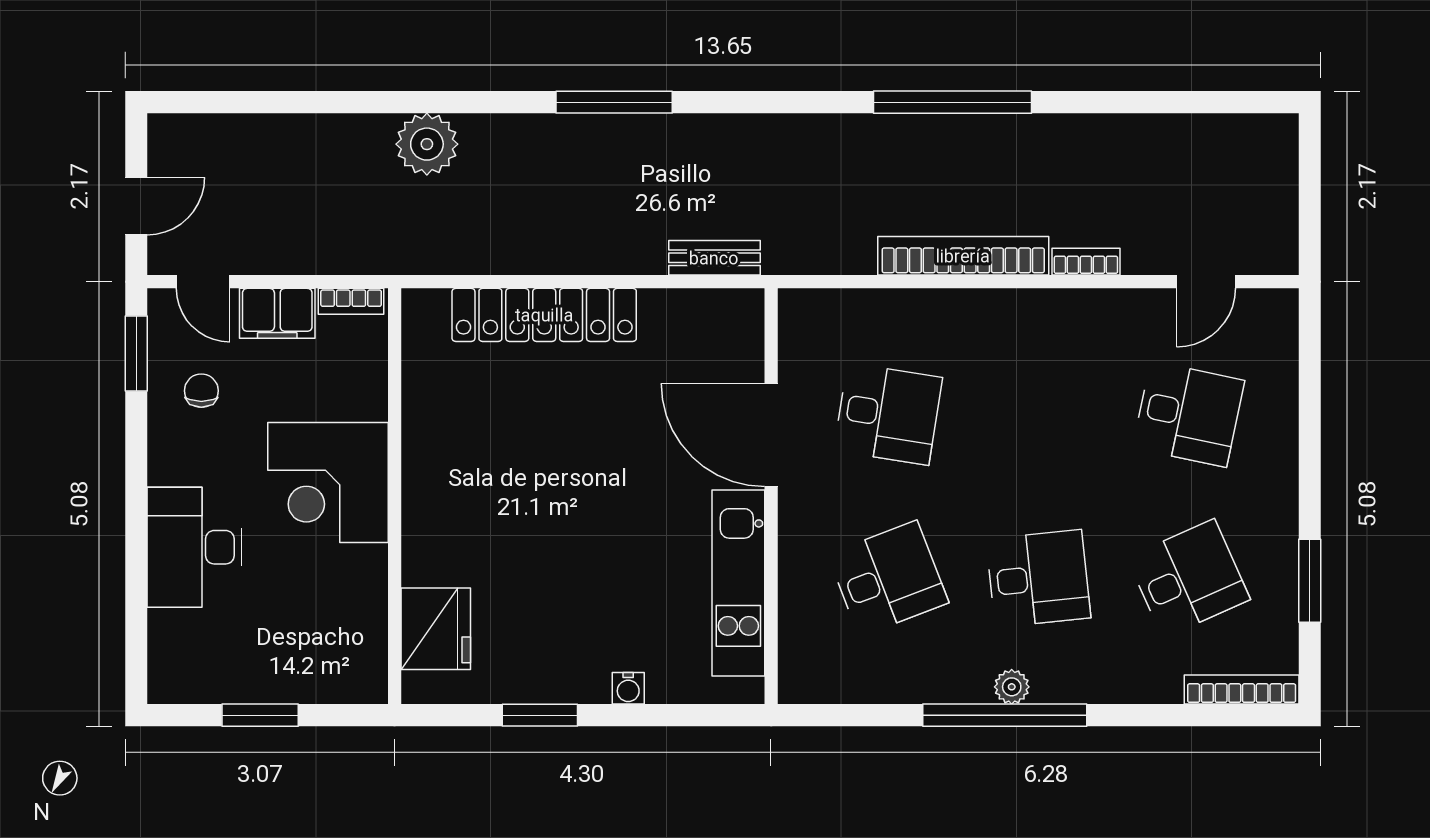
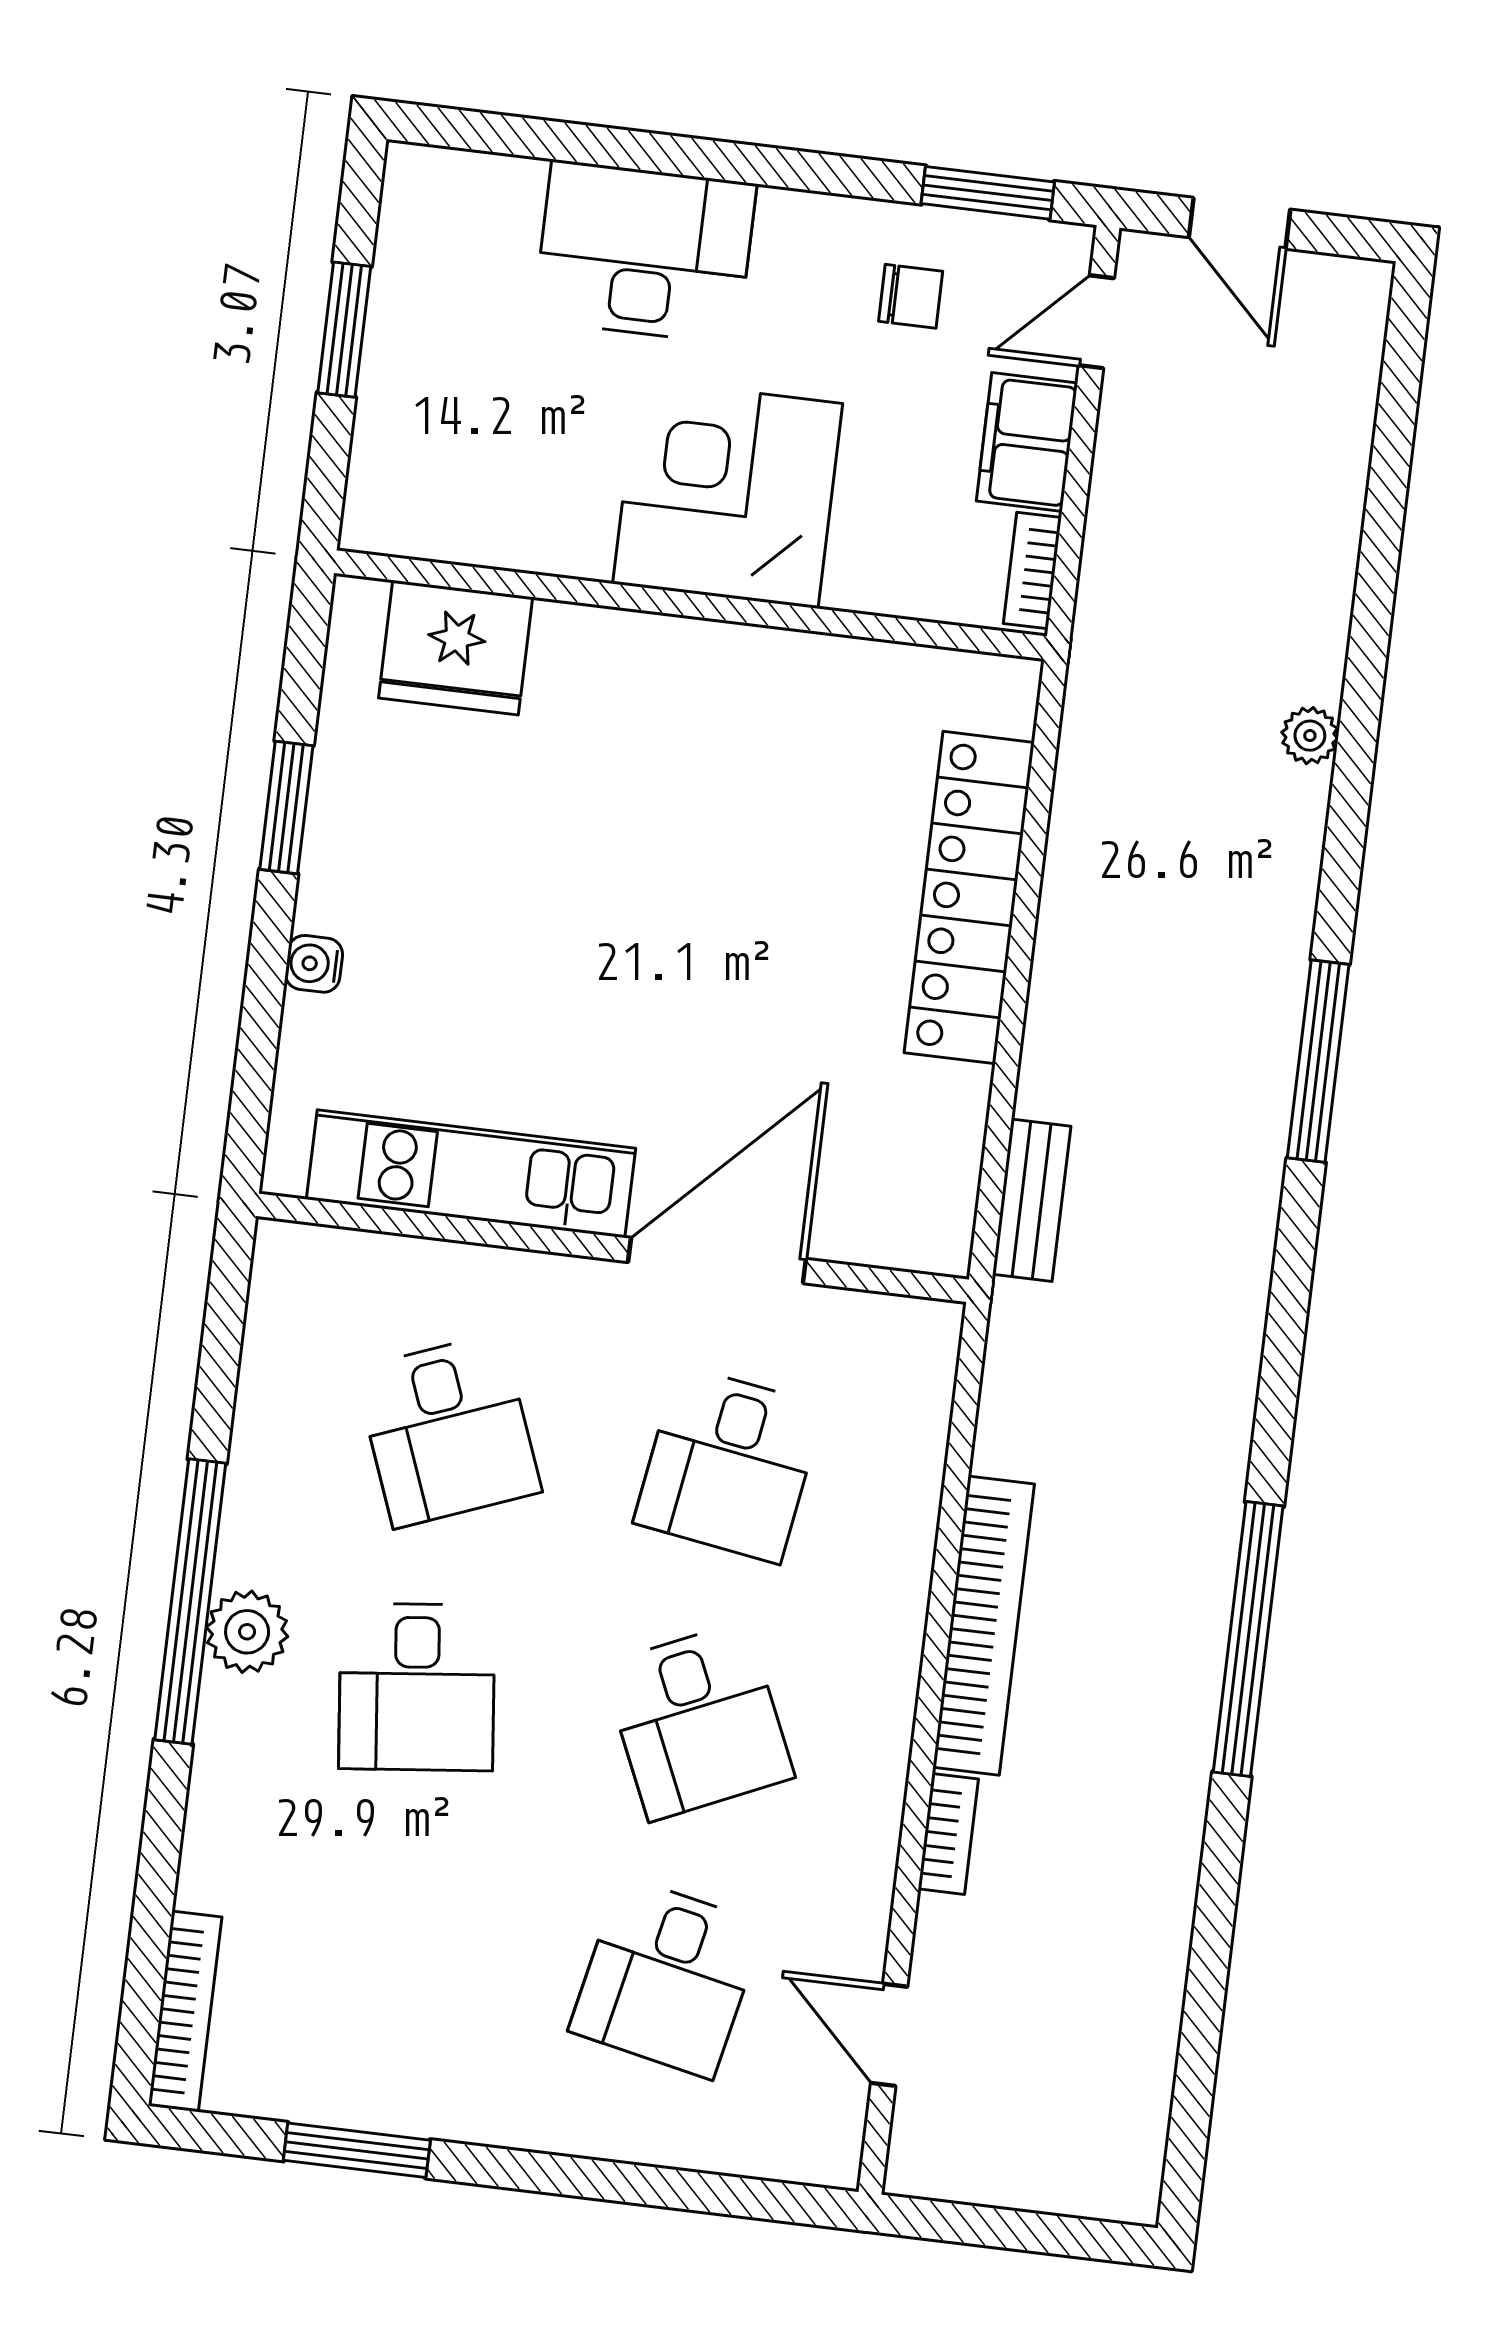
plant: (427, 144) -> (1310, 736), width x0.53, depth x0.53
desk: (1188, 579) -> (698, 1721), moved
plant: (1012, 687) -> (247, 1632), width x1.38, depth x1.38

